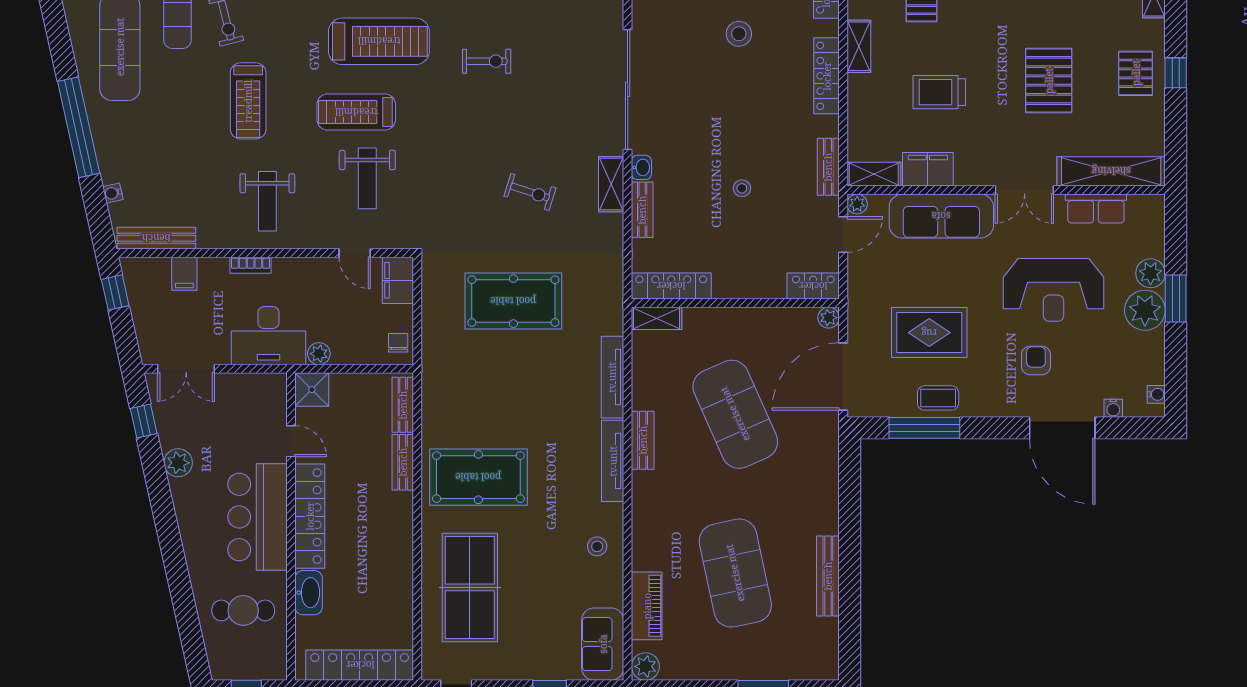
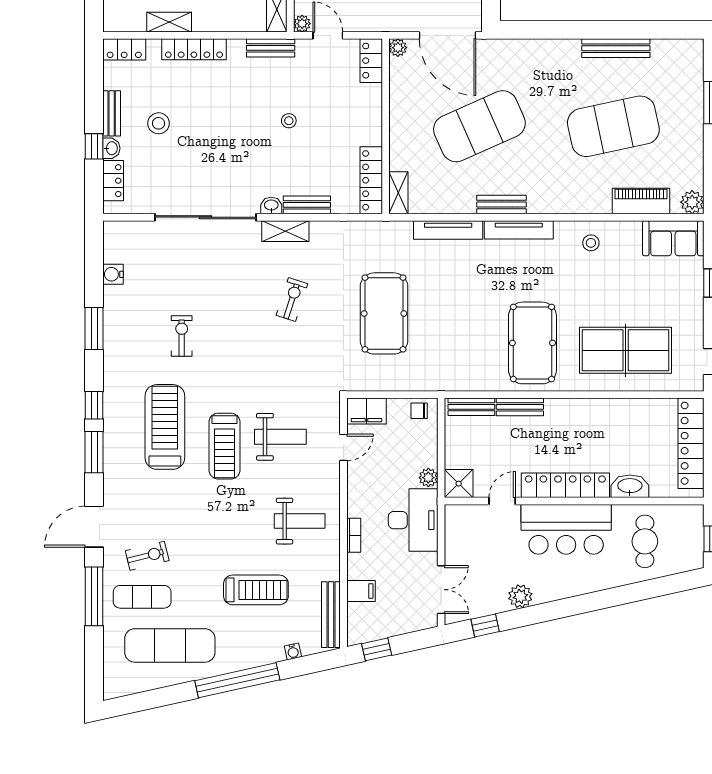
treadmill: (248, 101) -> (256, 590), moved

